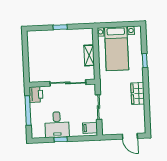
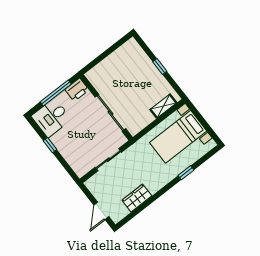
shelving: (89, 55) -> (163, 106), moved
wardrobe: (138, 94) -> (137, 198), moved
desk: (57, 125) -> (51, 118), moved
filing cabinet: (90, 128) -> (82, 166), removed

